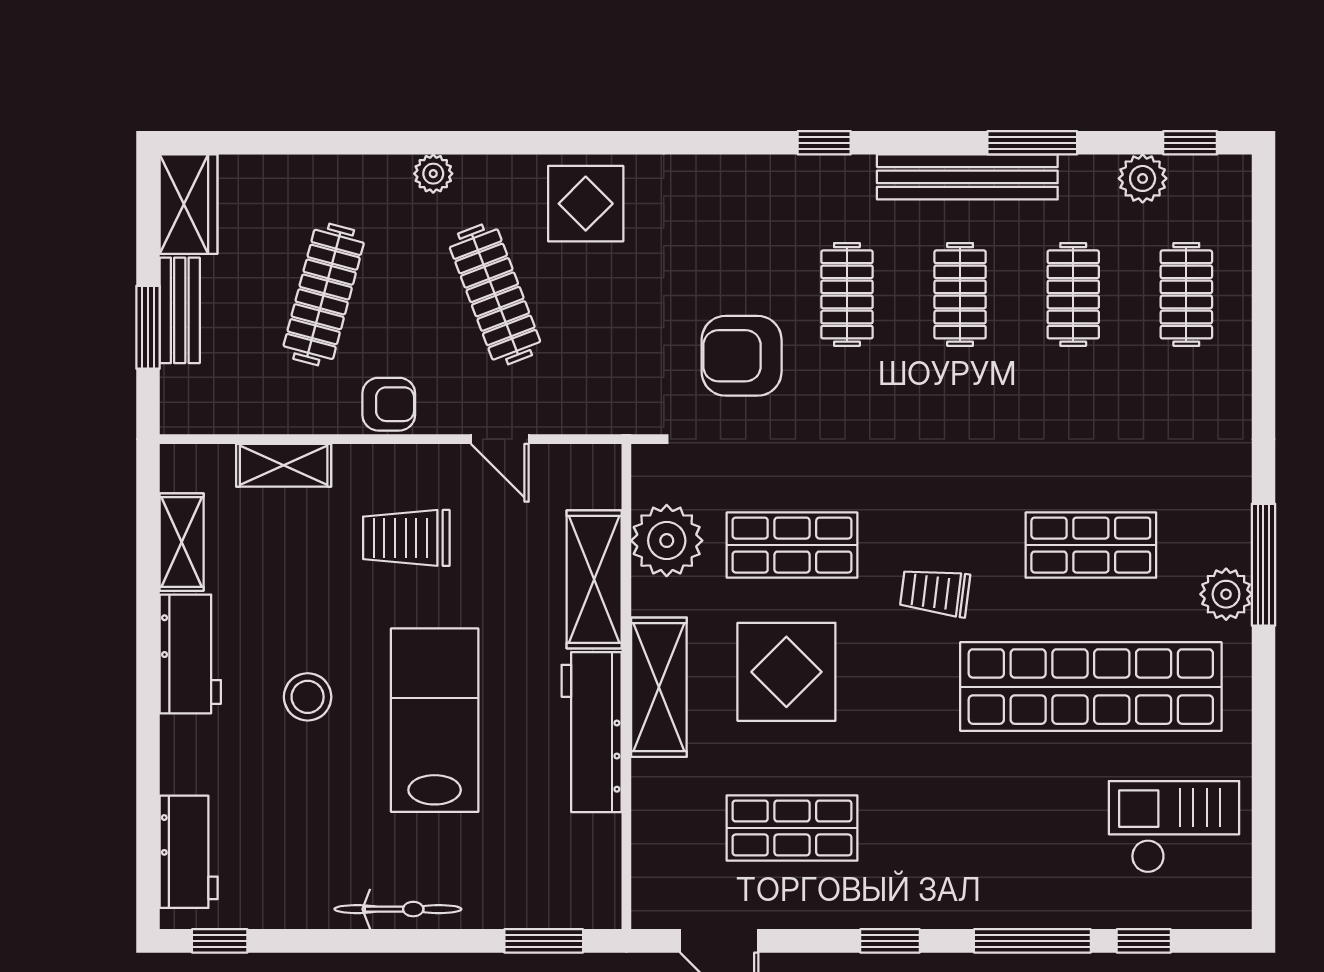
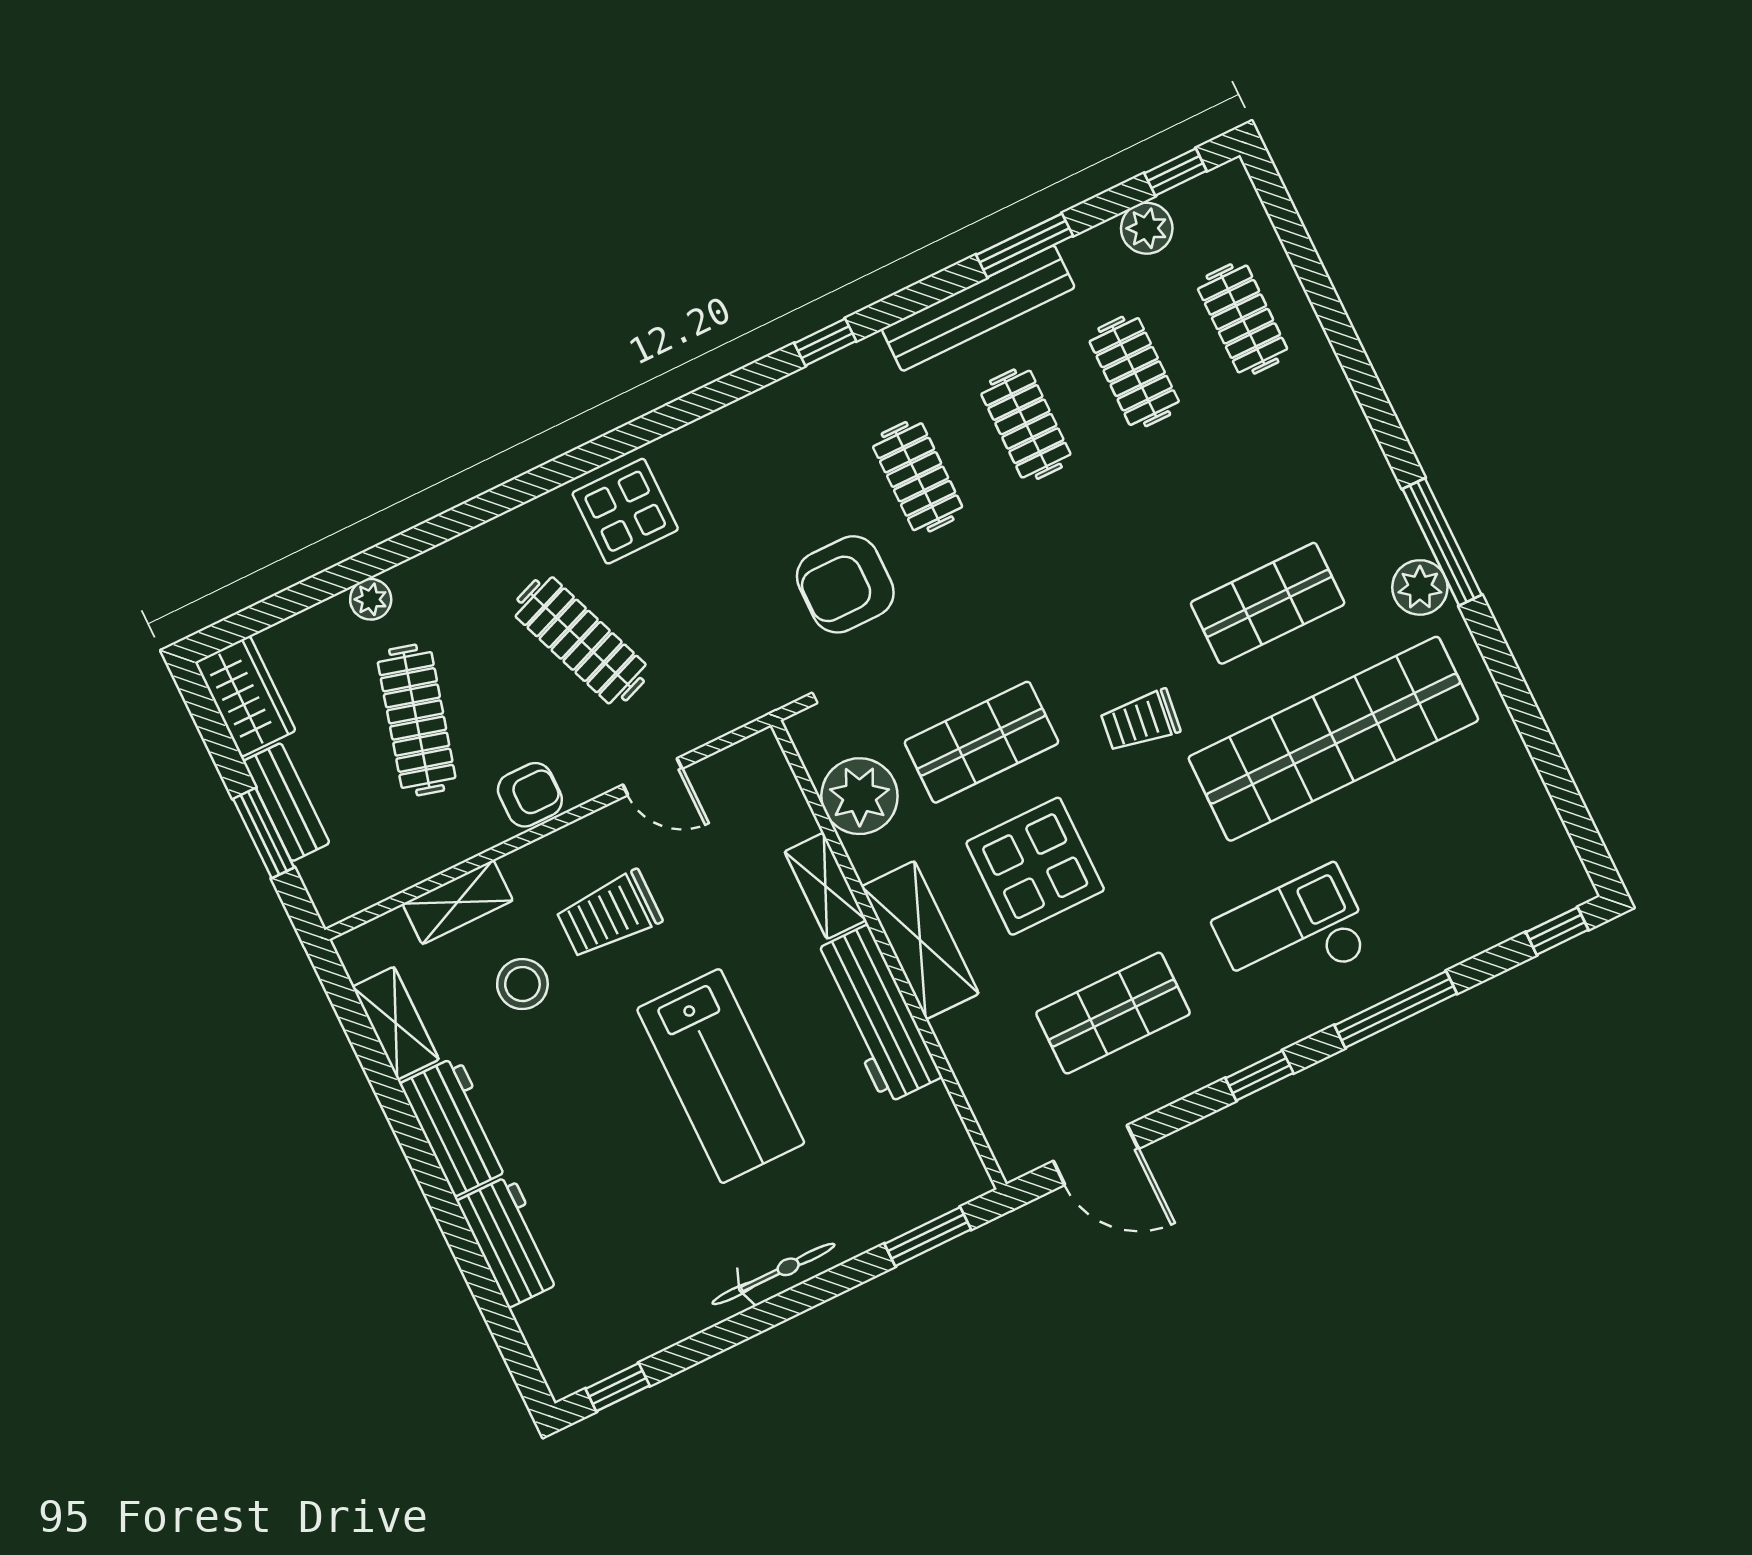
plant: (433, 174) -> (371, 599), moved
shelving: (594, 579) -> (825, 886), width x0.67, depth x0.75
stool: (308, 697) -> (522, 984), moved
lab bench: (435, 720) -> (721, 1076), turned 180
checkout: (1174, 827) -> (1294, 935), moved
workbench: (189, 852) -> (510, 1241), moved
window: (1144, 941) -> (1557, 931), moved

